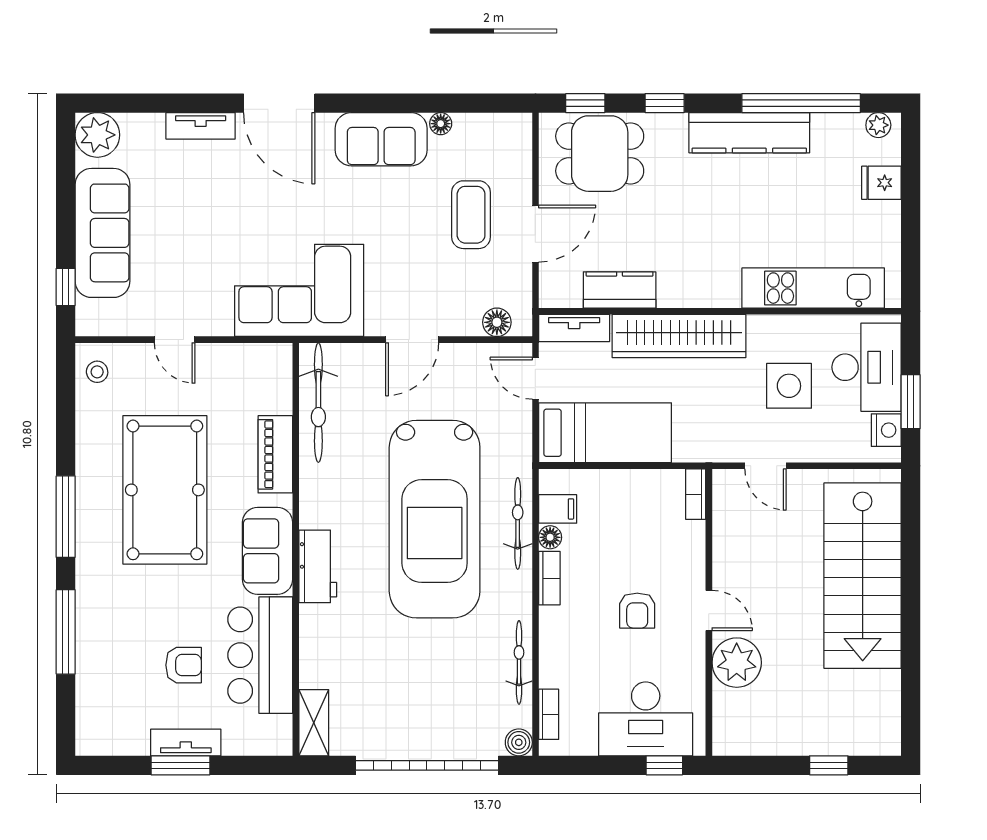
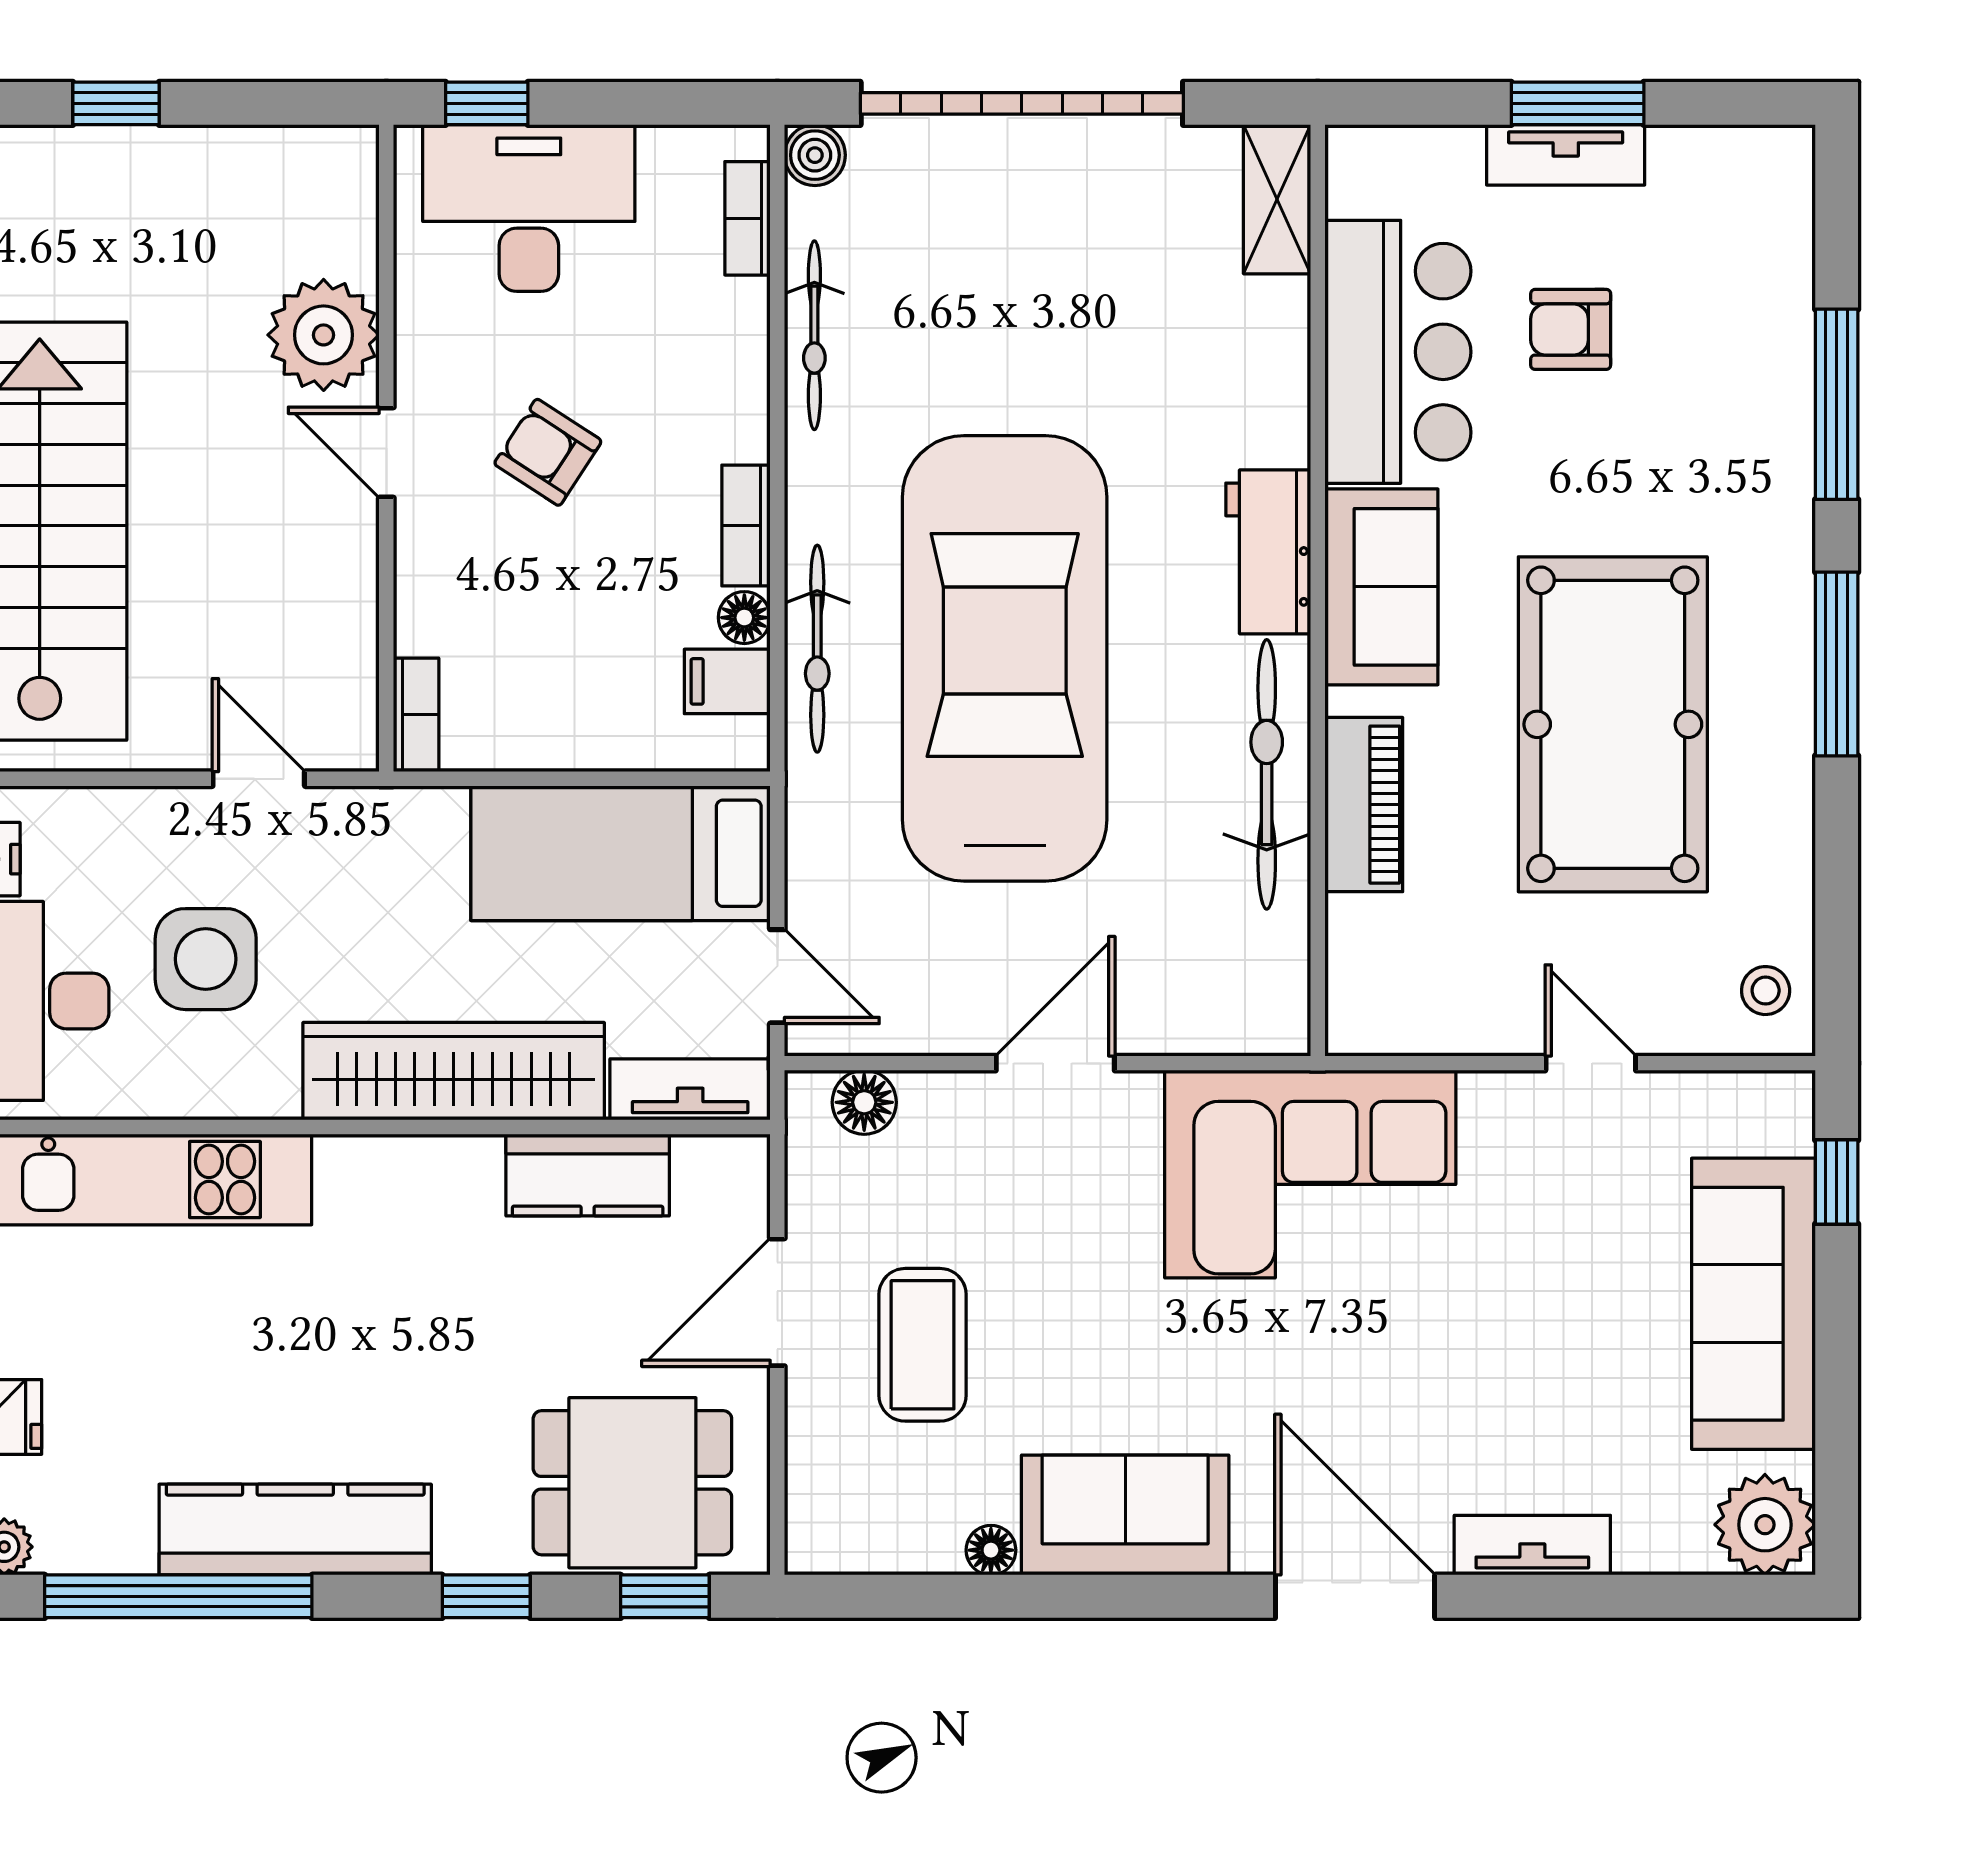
bicycle: (318, 403) -> (1267, 774), moved
armchair: (637, 611) -> (548, 452), turned -57

